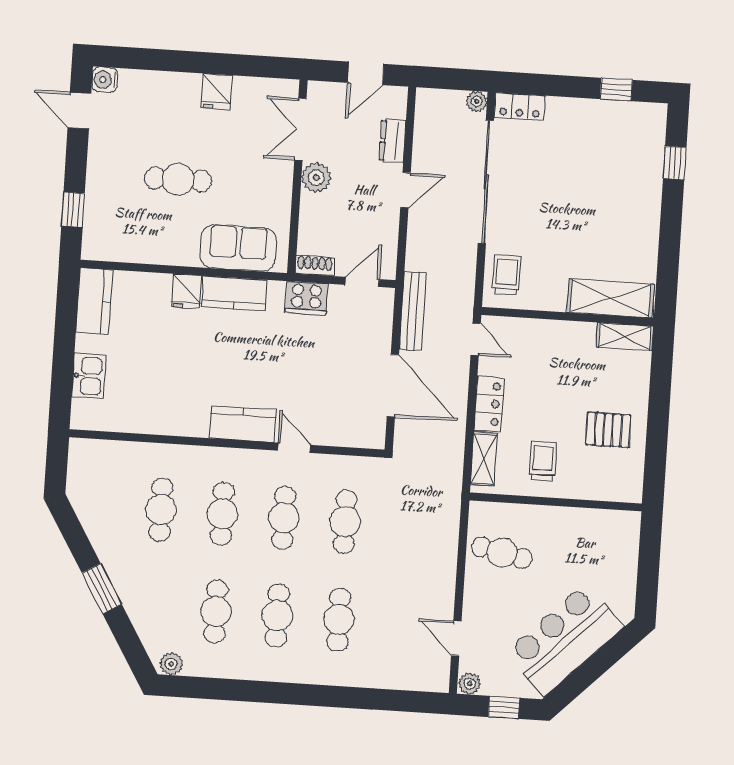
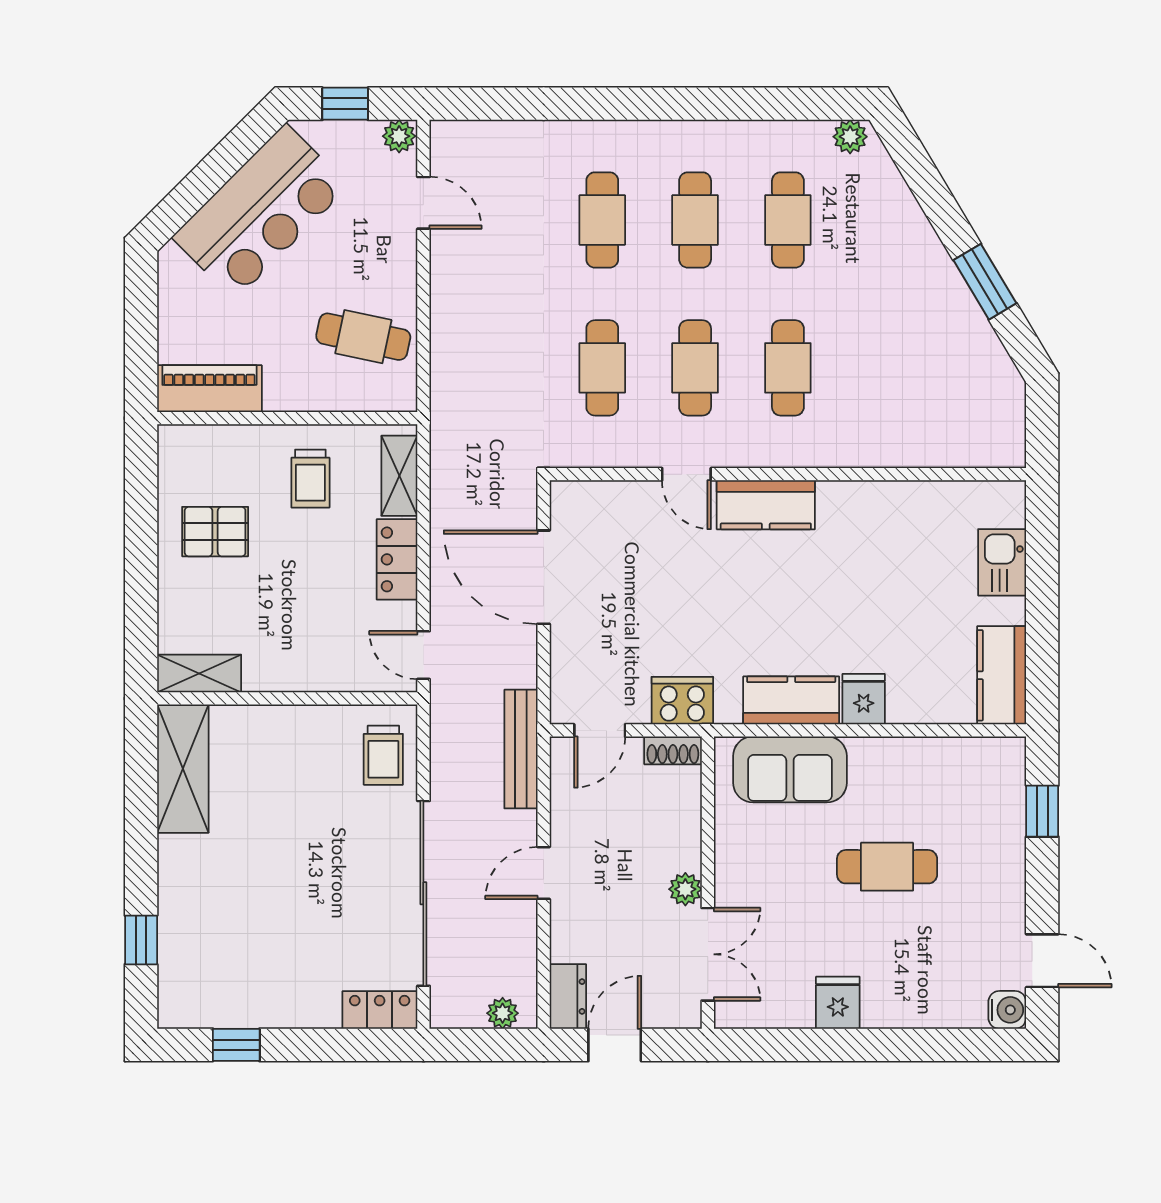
plant: (477, 102) -> (503, 1013), moved
dresser: (393, 141) -> (568, 996), moved
plant: (316, 178) -> (685, 889), width x0.73, depth x0.73
shelving: (611, 298) -> (183, 769), moved, turned 90
bench: (413, 311) -> (521, 749), moved
cafe table: (161, 510) -> (881, 368), removed
piano: (606, 525) -> (209, 389), added
window: (102, 589) -> (985, 282), moved

